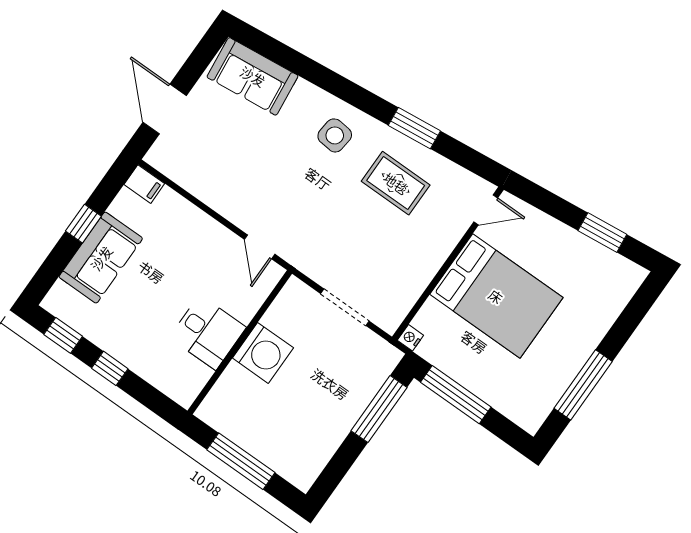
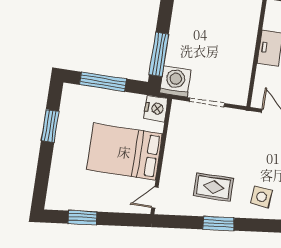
nightstand: (410, 338) -> (156, 108), width x1.89, depth x1.79
washing machine: (263, 353) -> (175, 81), moved, turned 90
window: (583, 385) -> (50, 126), width x0.69
window: (456, 395) -> (103, 82), moved

